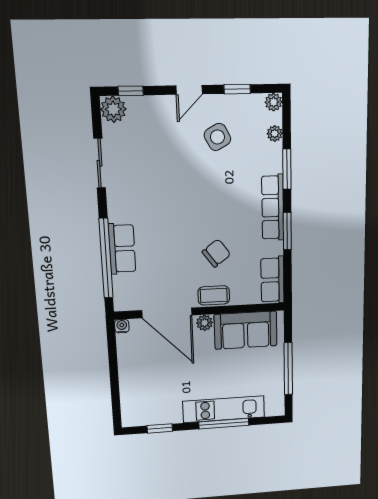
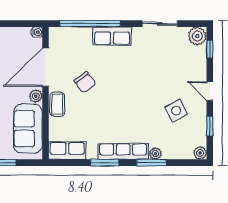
plant: (275, 134) -> (155, 154), moved
row of seats: (122, 249) -> (112, 36), moved
chair: (216, 253) -> (85, 82), moved

